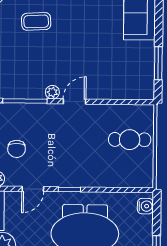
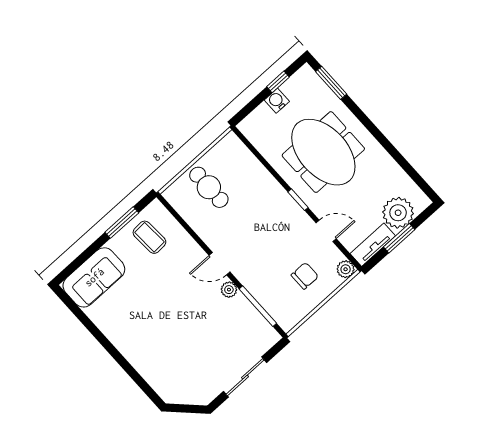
coffee table: (36, 21) -> (149, 237), moved
water cooler: (145, 206) -> (277, 101), moved

